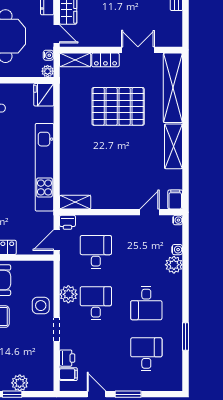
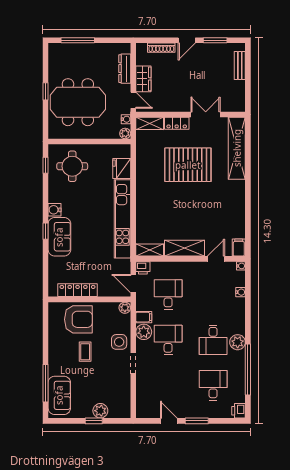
fridge: (44, 95) -> (122, 168), moved
shelving: (174, 146) -> (184, 248), moved, turned 90
door: (57, 240) -> (133, 284), hinge flipped
plant: (174, 265) -> (238, 342), moved
plant: (47, 267) -> (125, 308), added
window: (186, 336) -> (248, 369), width x2.11
printer: (67, 358) -> (239, 411), moved, turned 180
filing cabinet: (68, 374) -> (144, 317), moved

